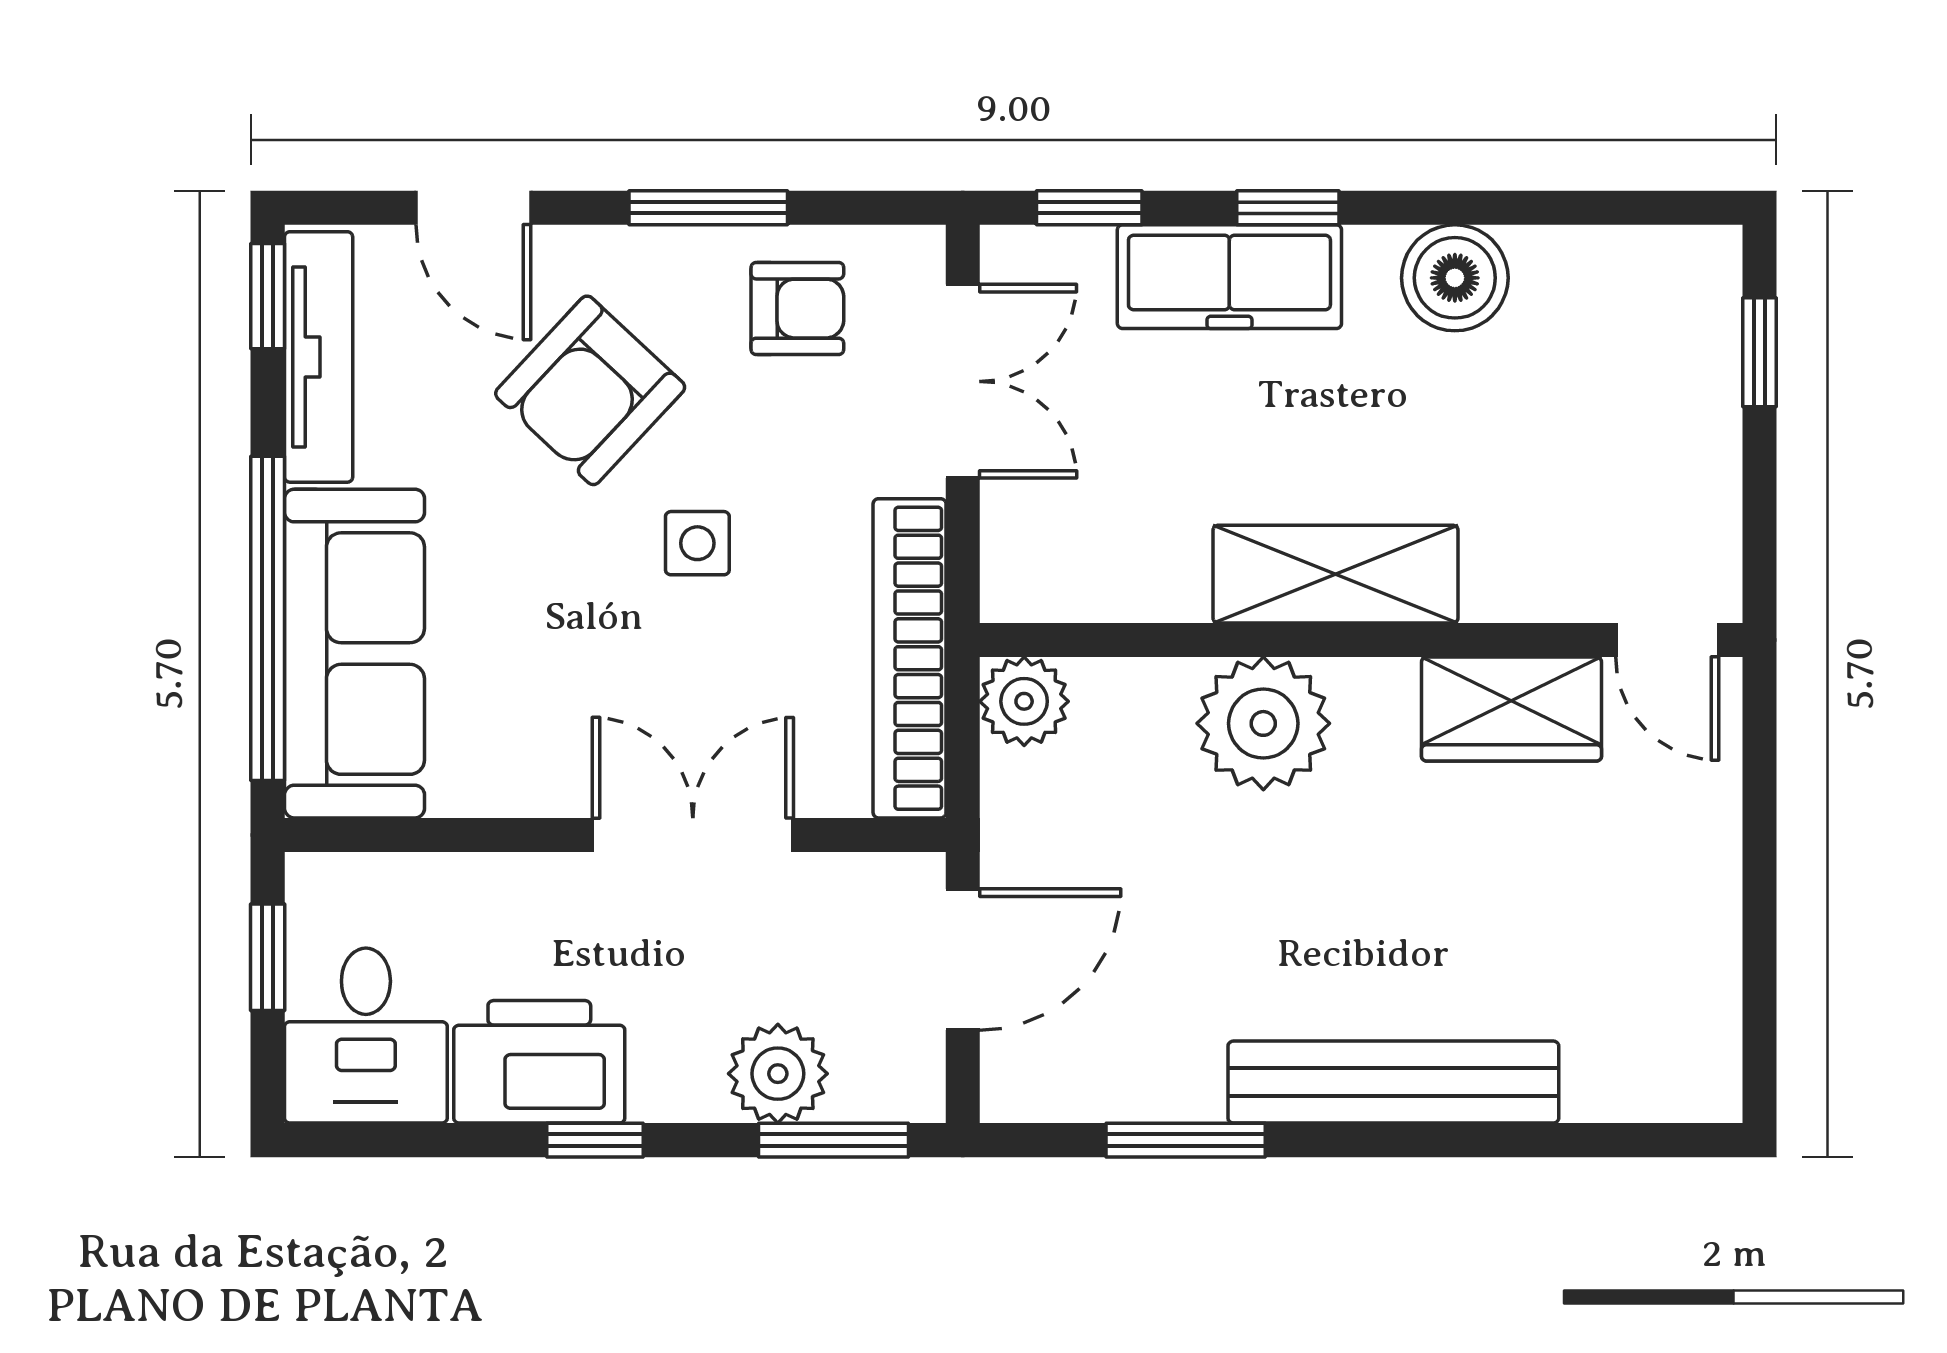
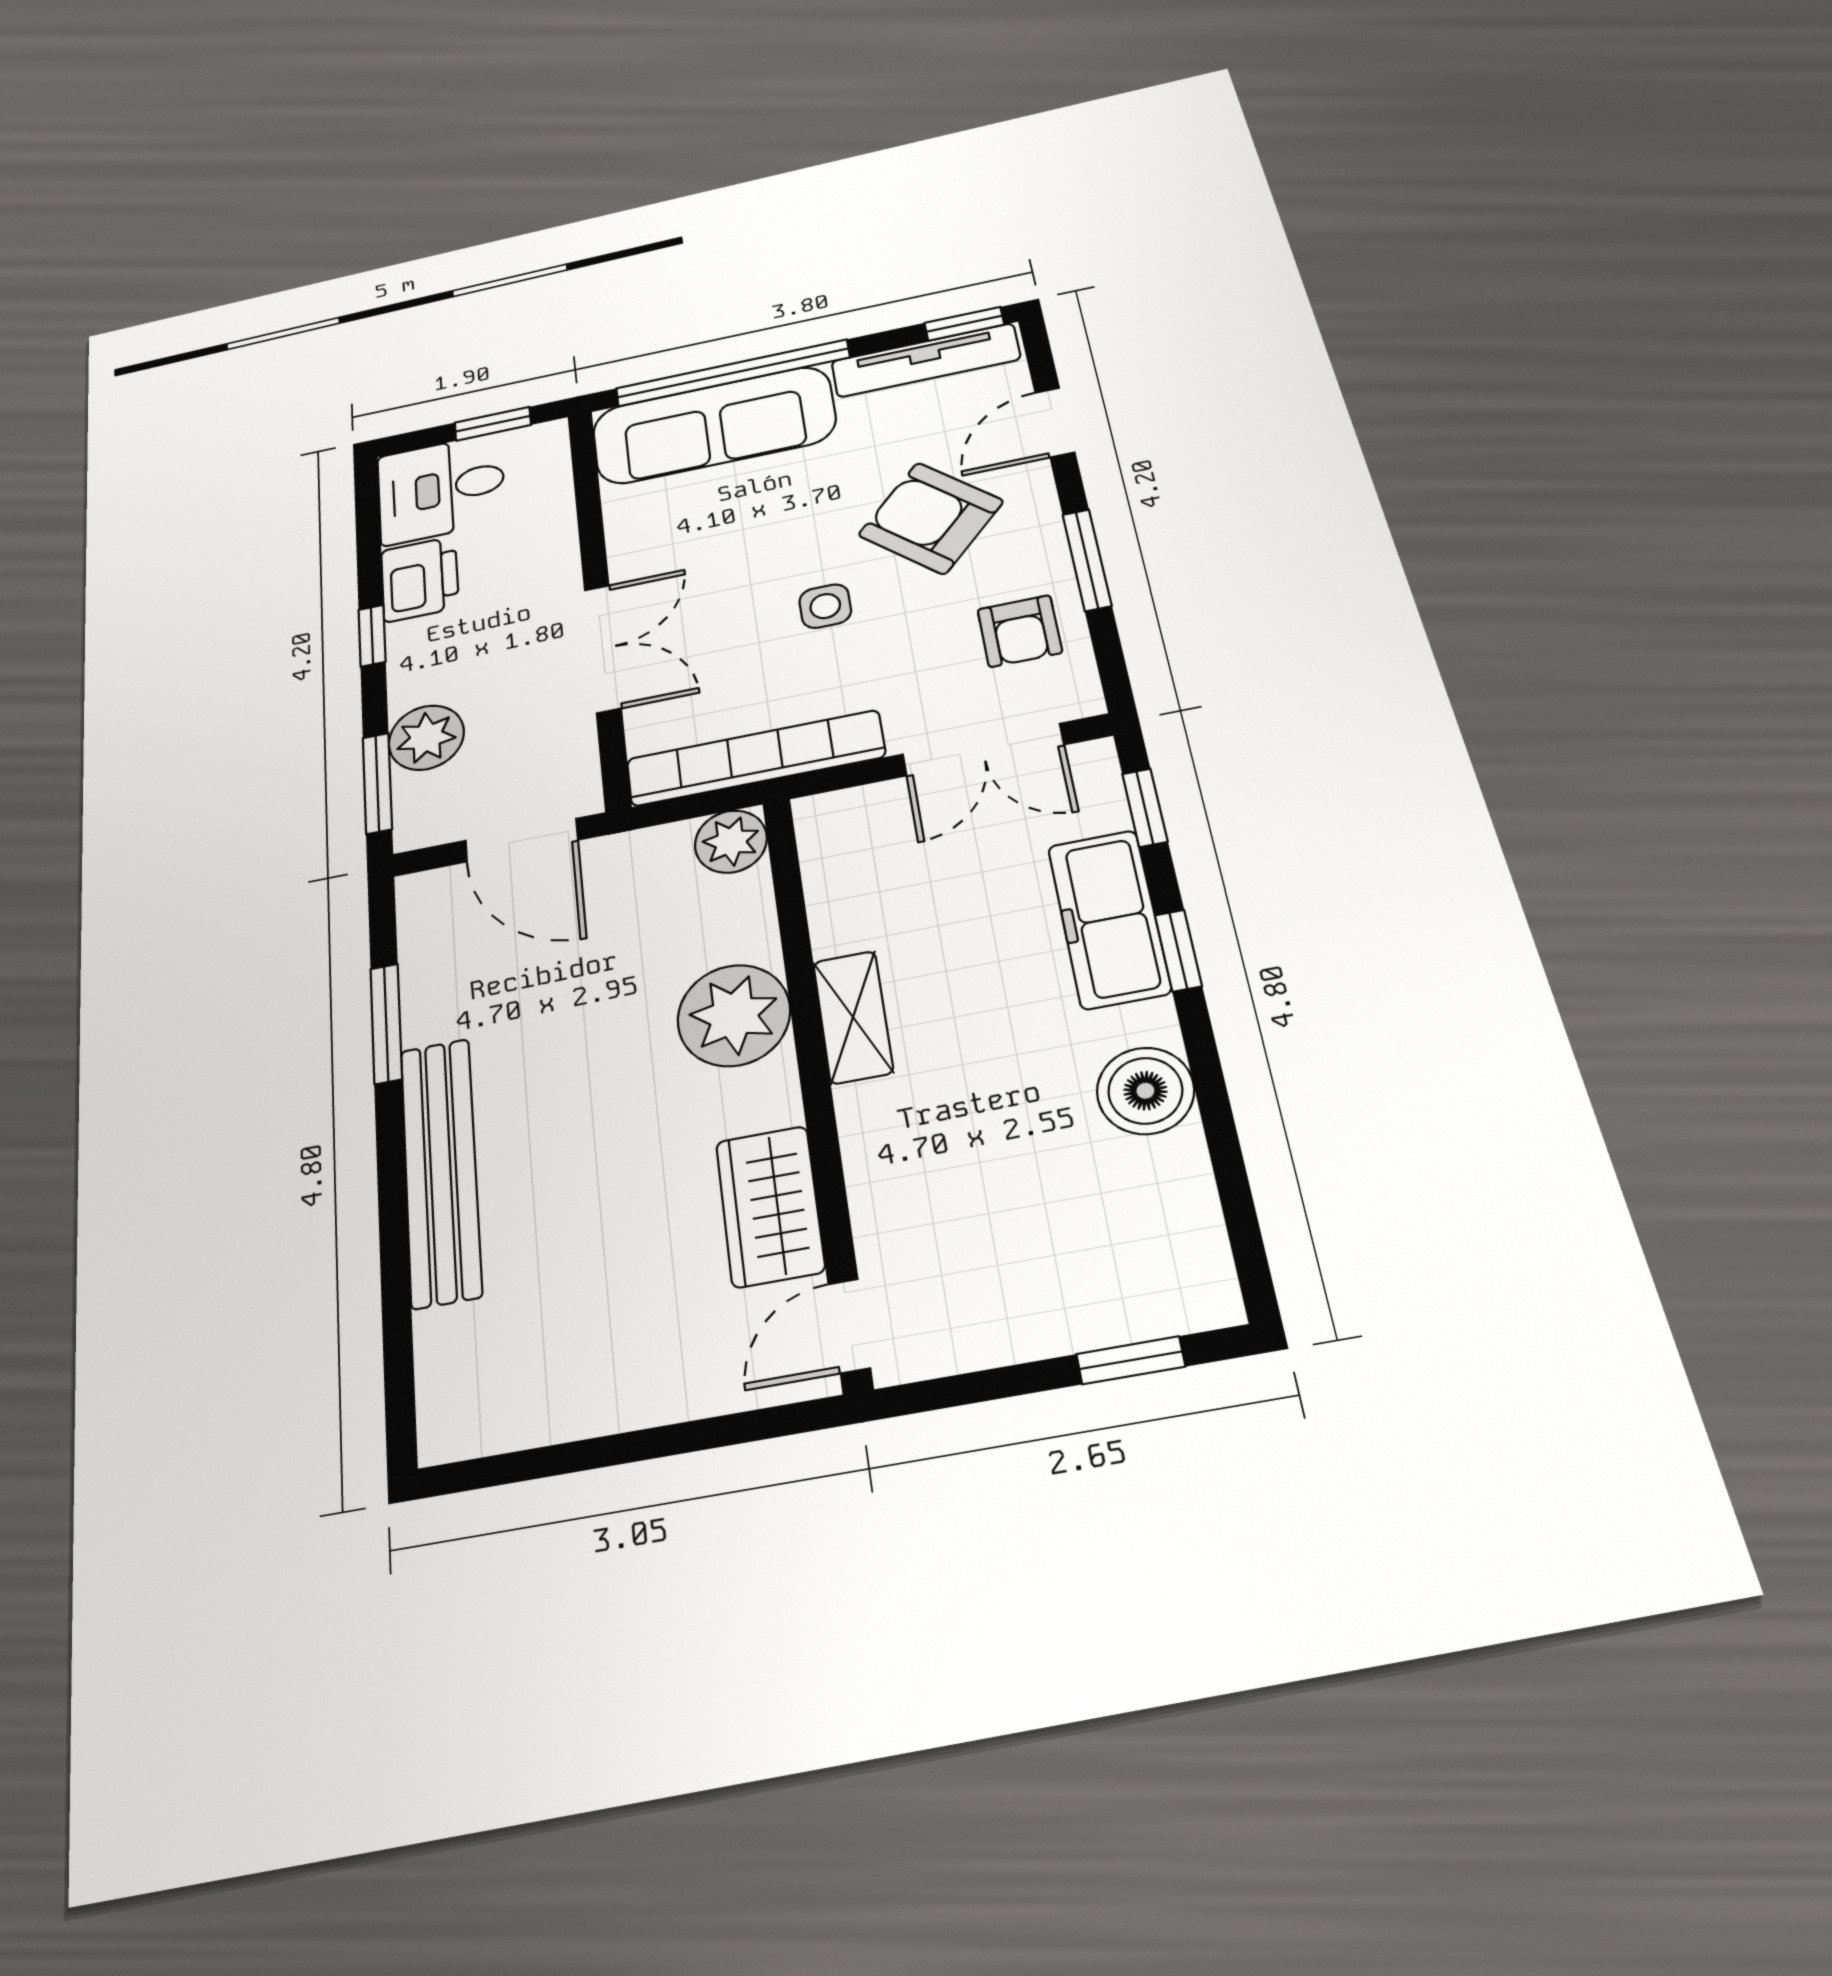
shelving: (1336, 574) -> (853, 1017), width x0.67, depth x0.75
printer: (539, 1062) -> (420, 579), width x0.73, depth x0.84

